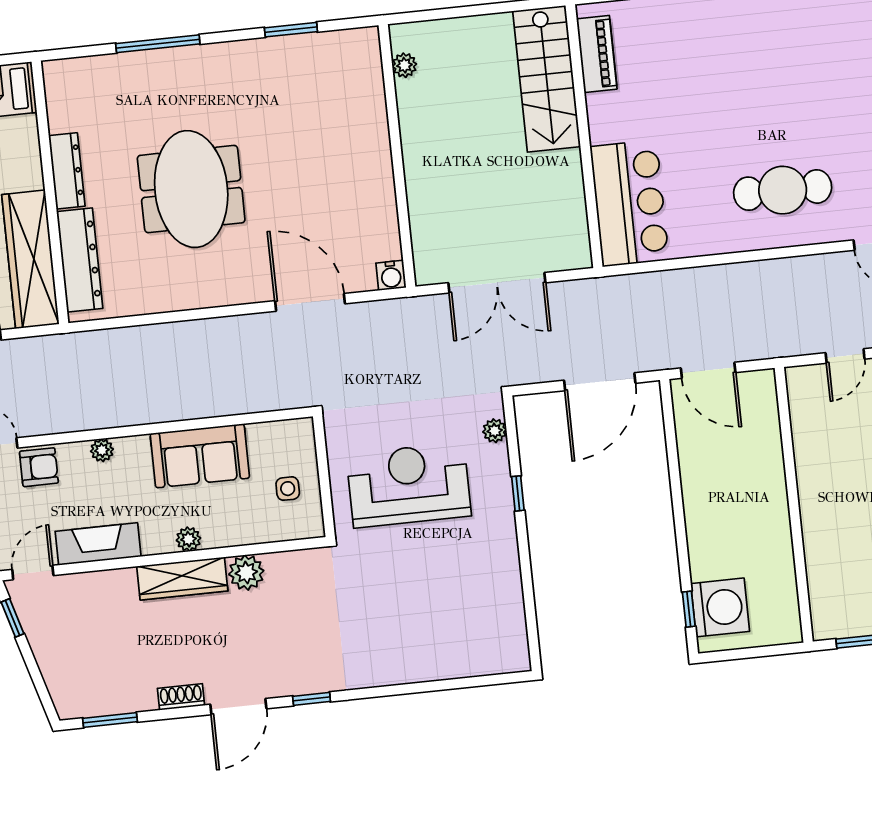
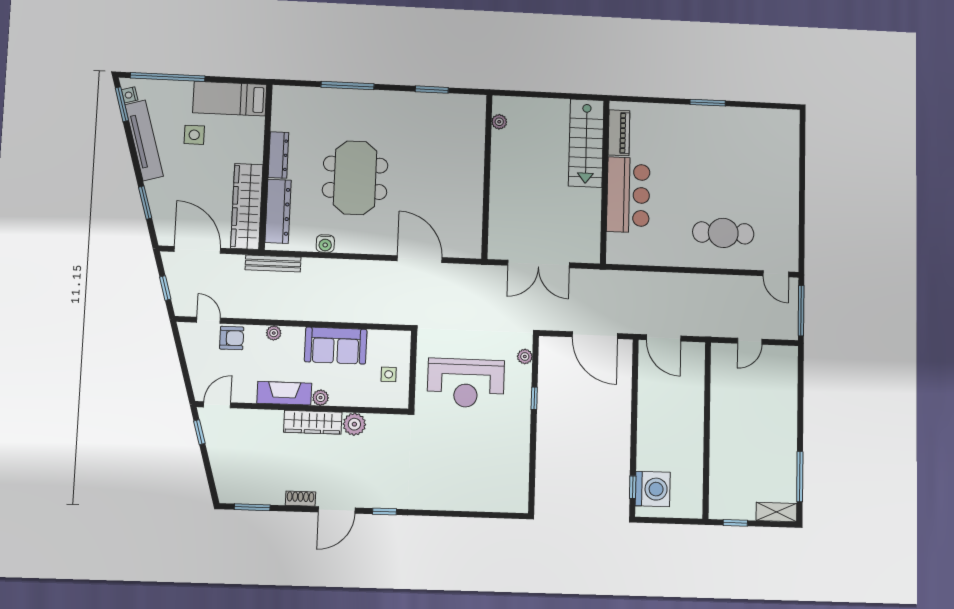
bar counter: (630, 203) -> (628, 195), moved
water cooler: (391, 275) -> (325, 244), moved
bench: (84, 343) -> (273, 264), added
door: (600, 382) -> (595, 335), hinge flipped
reception desk: (409, 485) -> (466, 383), turned 180
fireplace: (98, 544) -> (284, 393), moved

